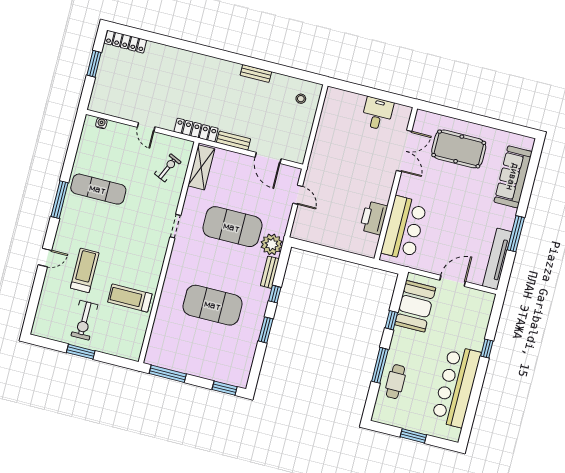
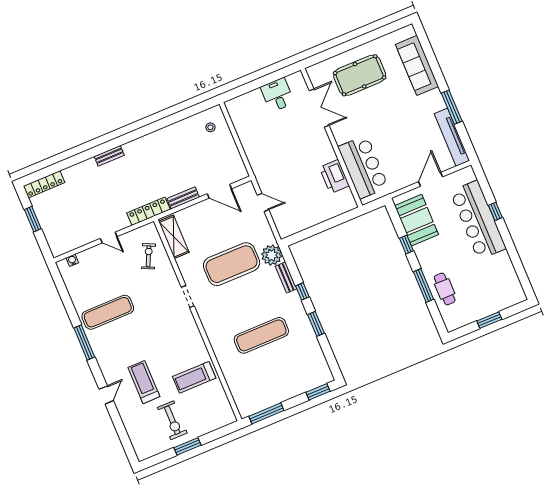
bench: (256, 73) -> (109, 156), moved
exercise mat: (213, 305) -> (261, 335), width x0.68
bar counter: (456, 387) -> (478, 220), moved

